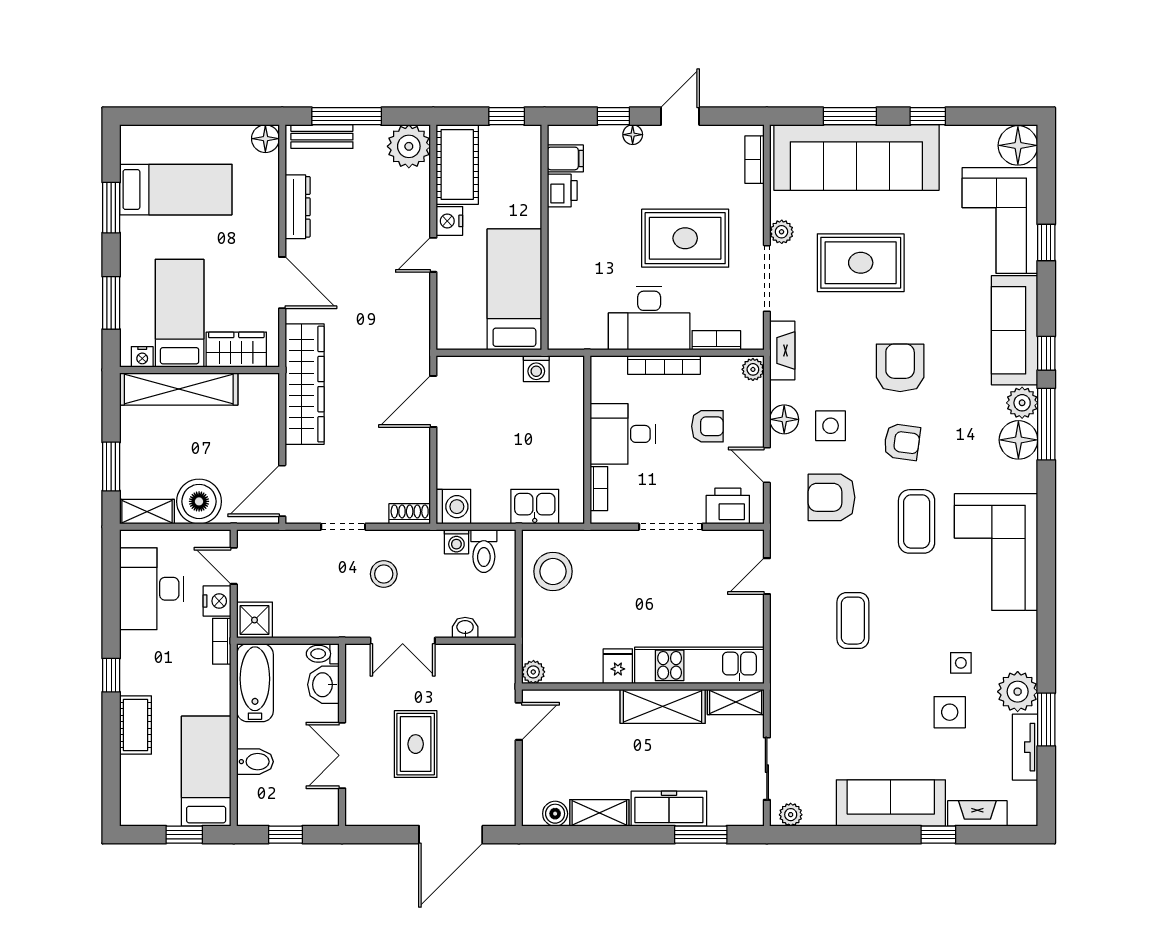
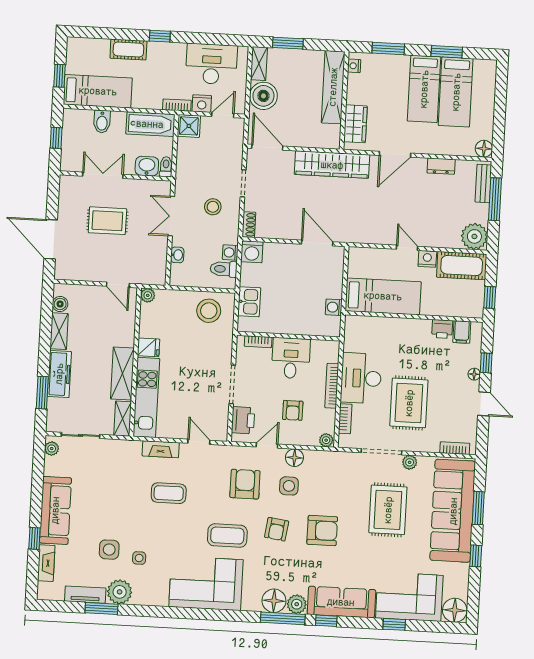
dresser: (298, 207) -> (441, 166), width x0.70
bed: (180, 313) -> (424, 89), moved, turned 90
fireplace: (782, 350) -> (161, 449), moved

